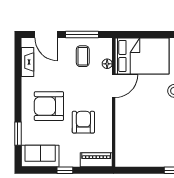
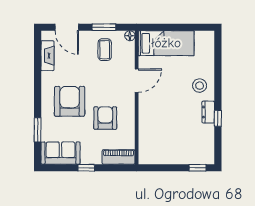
window: (82, 35) -> (104, 27), width x0.69
bed: (142, 56) -> (166, 43), width x0.67
floor lamp: (107, 64) -> (130, 36), moved
armchair: (49, 106) -> (70, 101), turned 90

